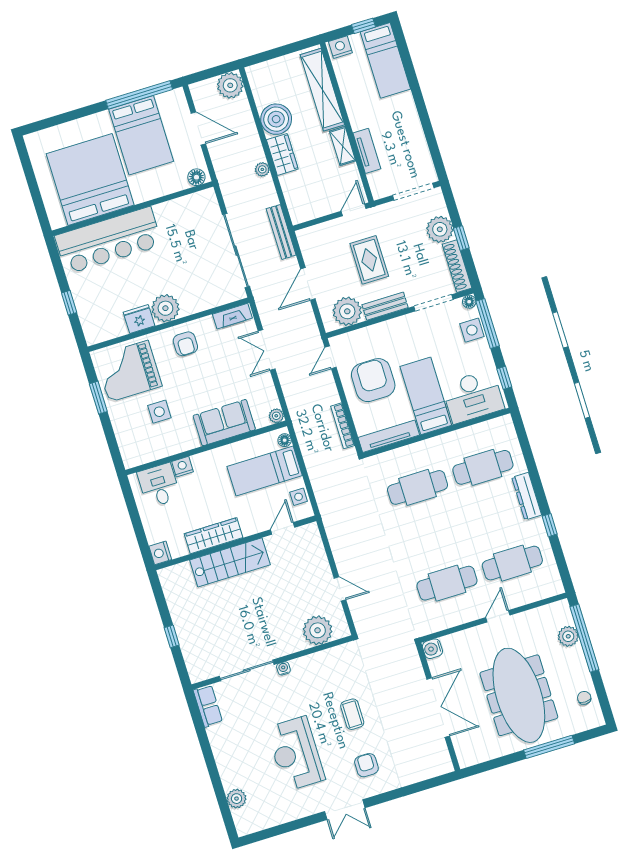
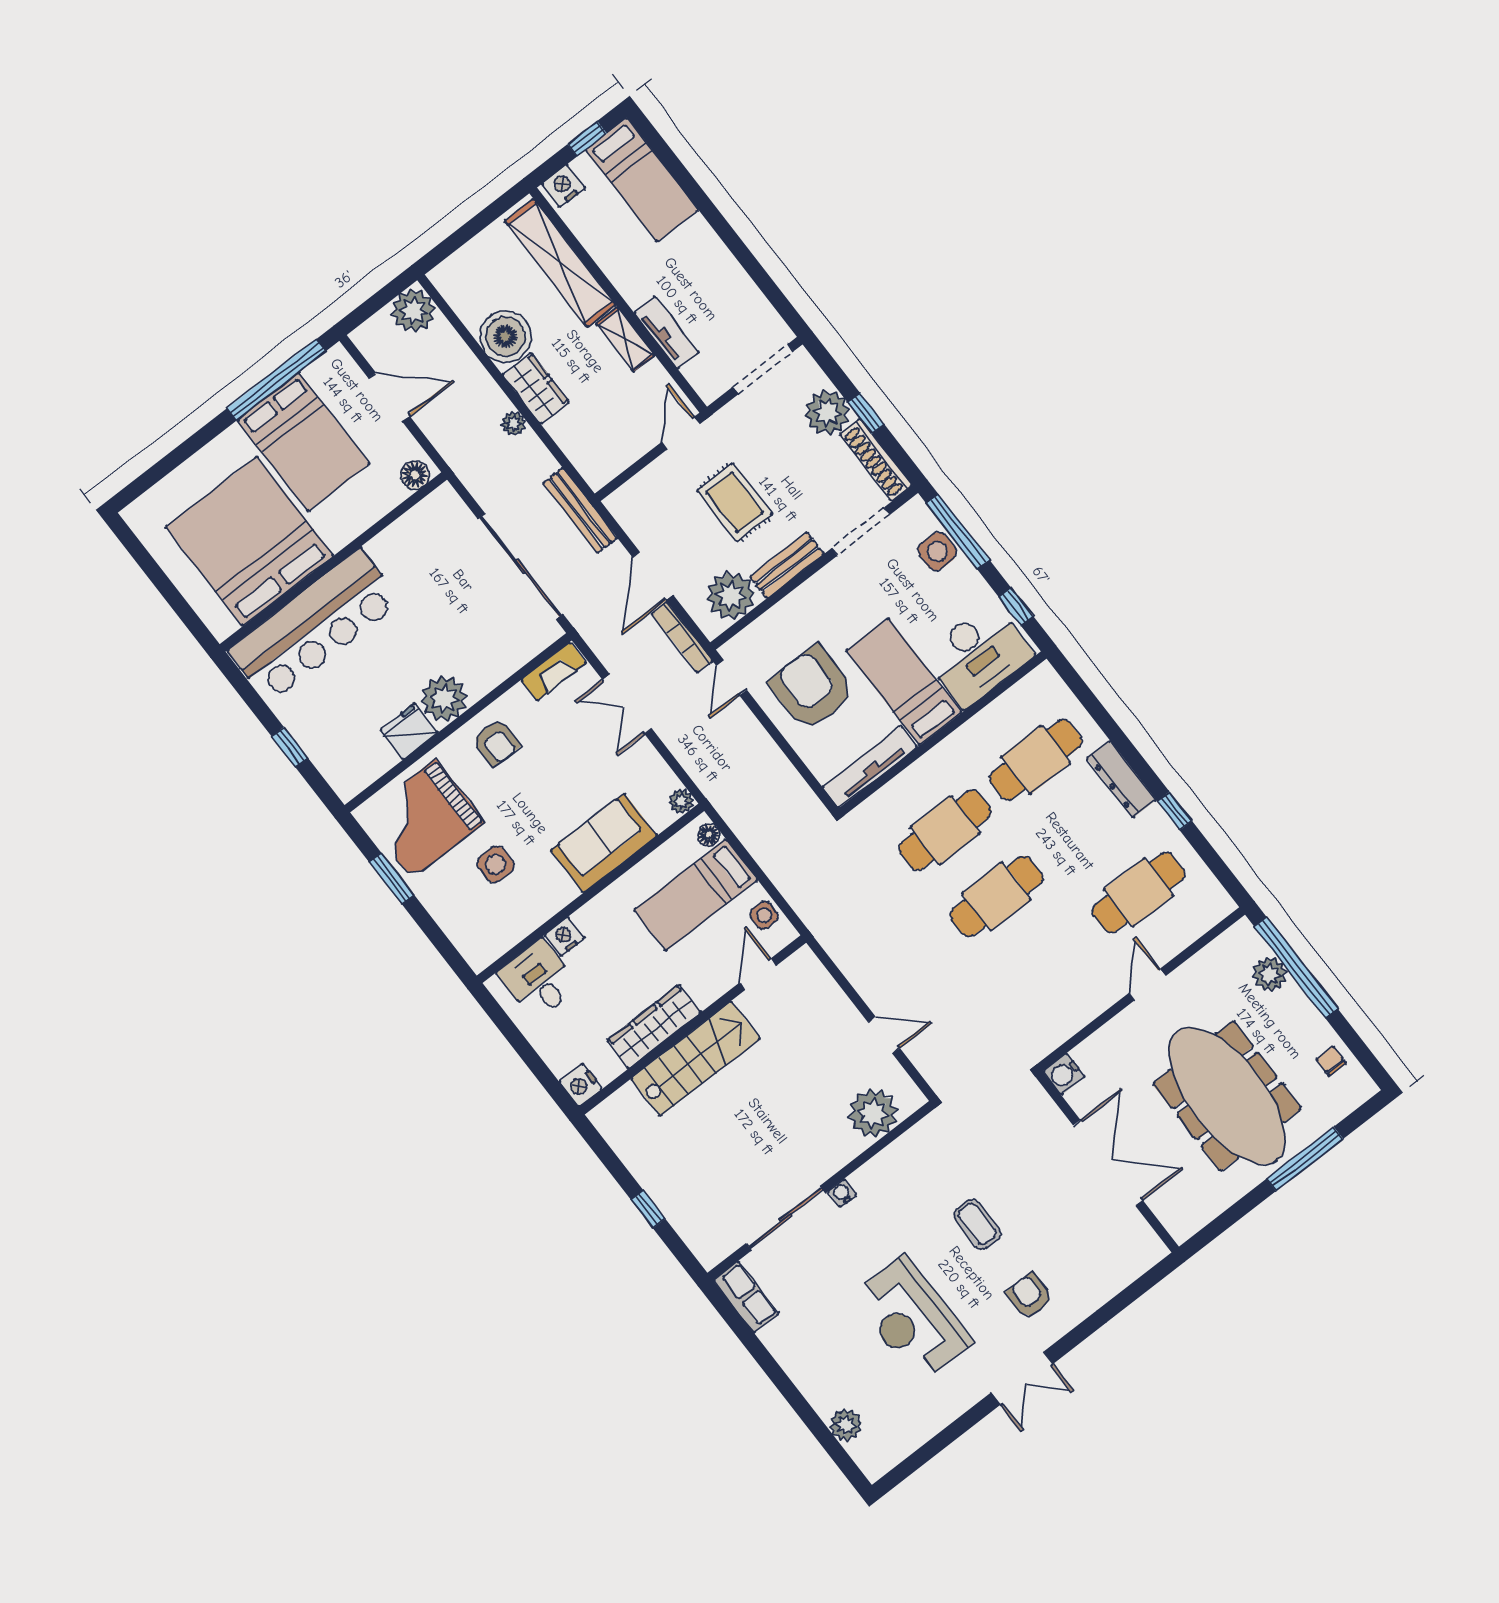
floor lamp: (469, 302) -> (916, 508), removed
bookcase: (343, 426) -> (682, 637), moved
cafe table: (447, 583) -> (997, 896), moved

